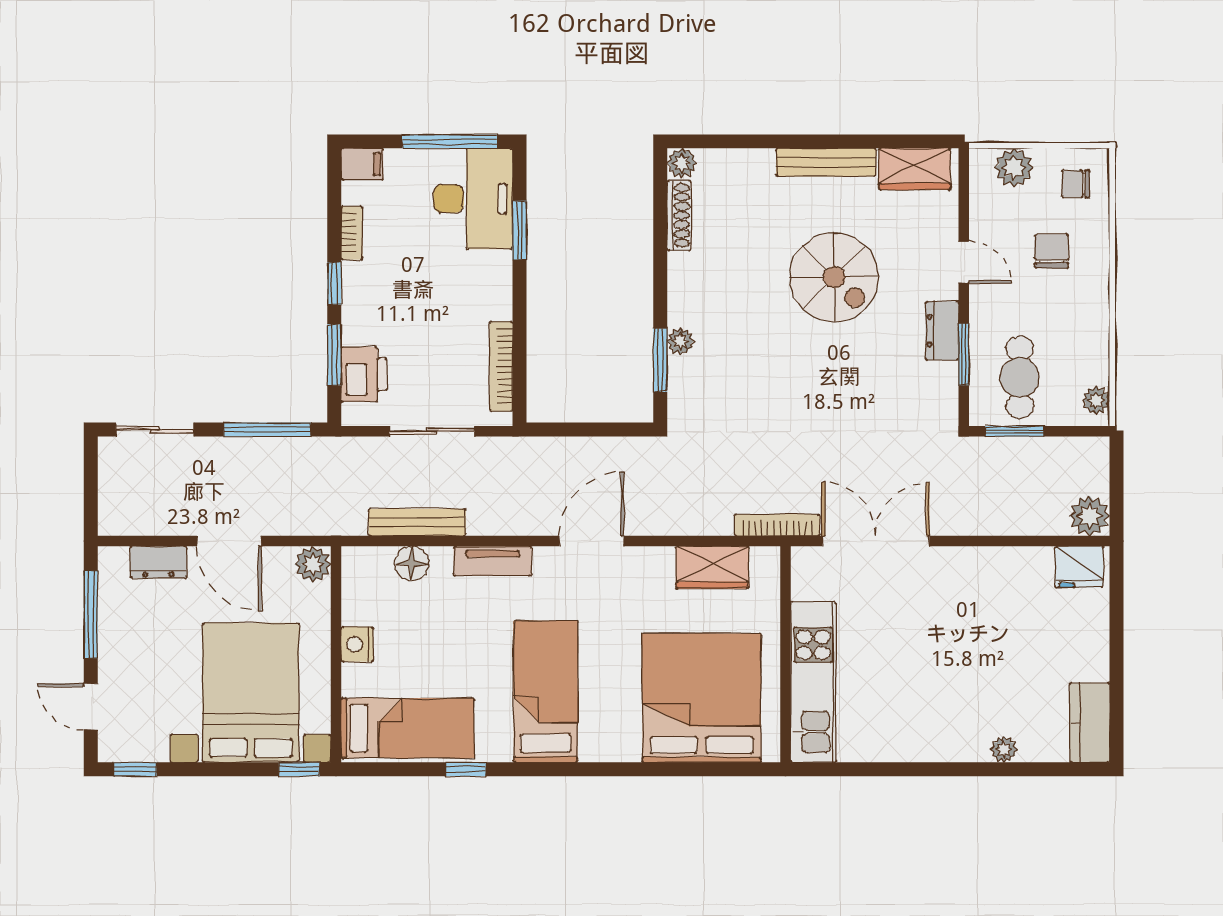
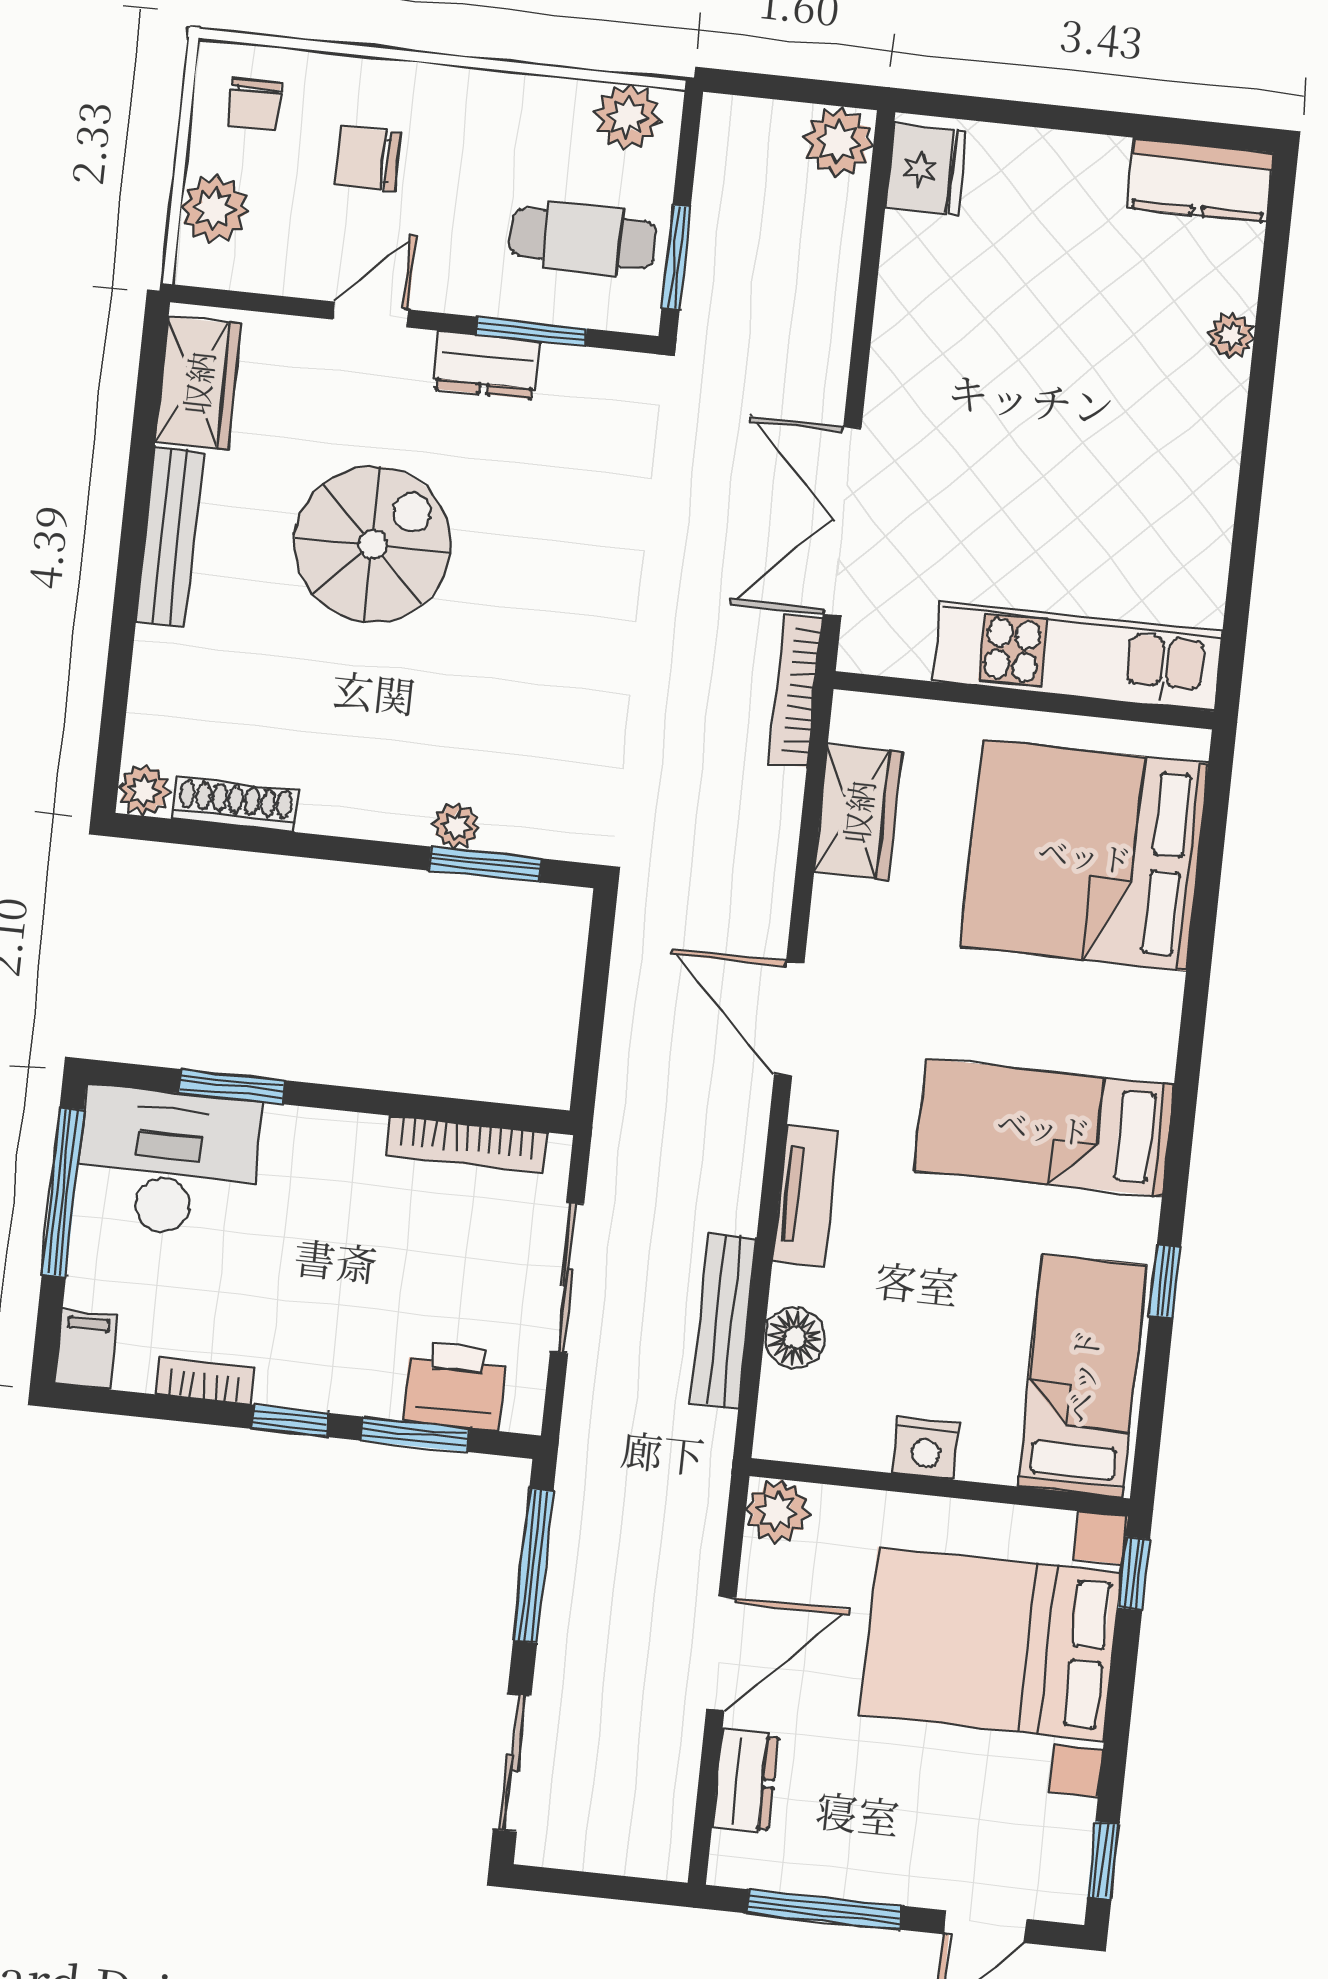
plant: (1096, 400) -> (628, 117), width x1.38, depth x1.38

